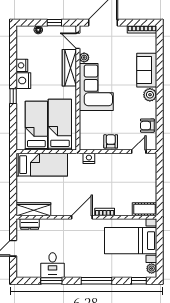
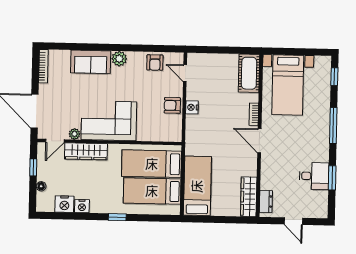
nightstand: (23, 81) -> (64, 204), moved
nightstand: (89, 158) -> (192, 107), moved
cot: (144, 209) -> (249, 73), width x1.37, depth x1.34
plant: (152, 268) -> (321, 61), removed

